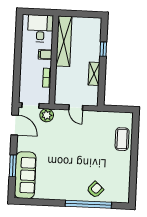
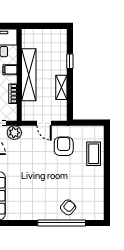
shelving: (64, 41) -> (29, 75), moved
armchair: (94, 131) -> (64, 146), added

